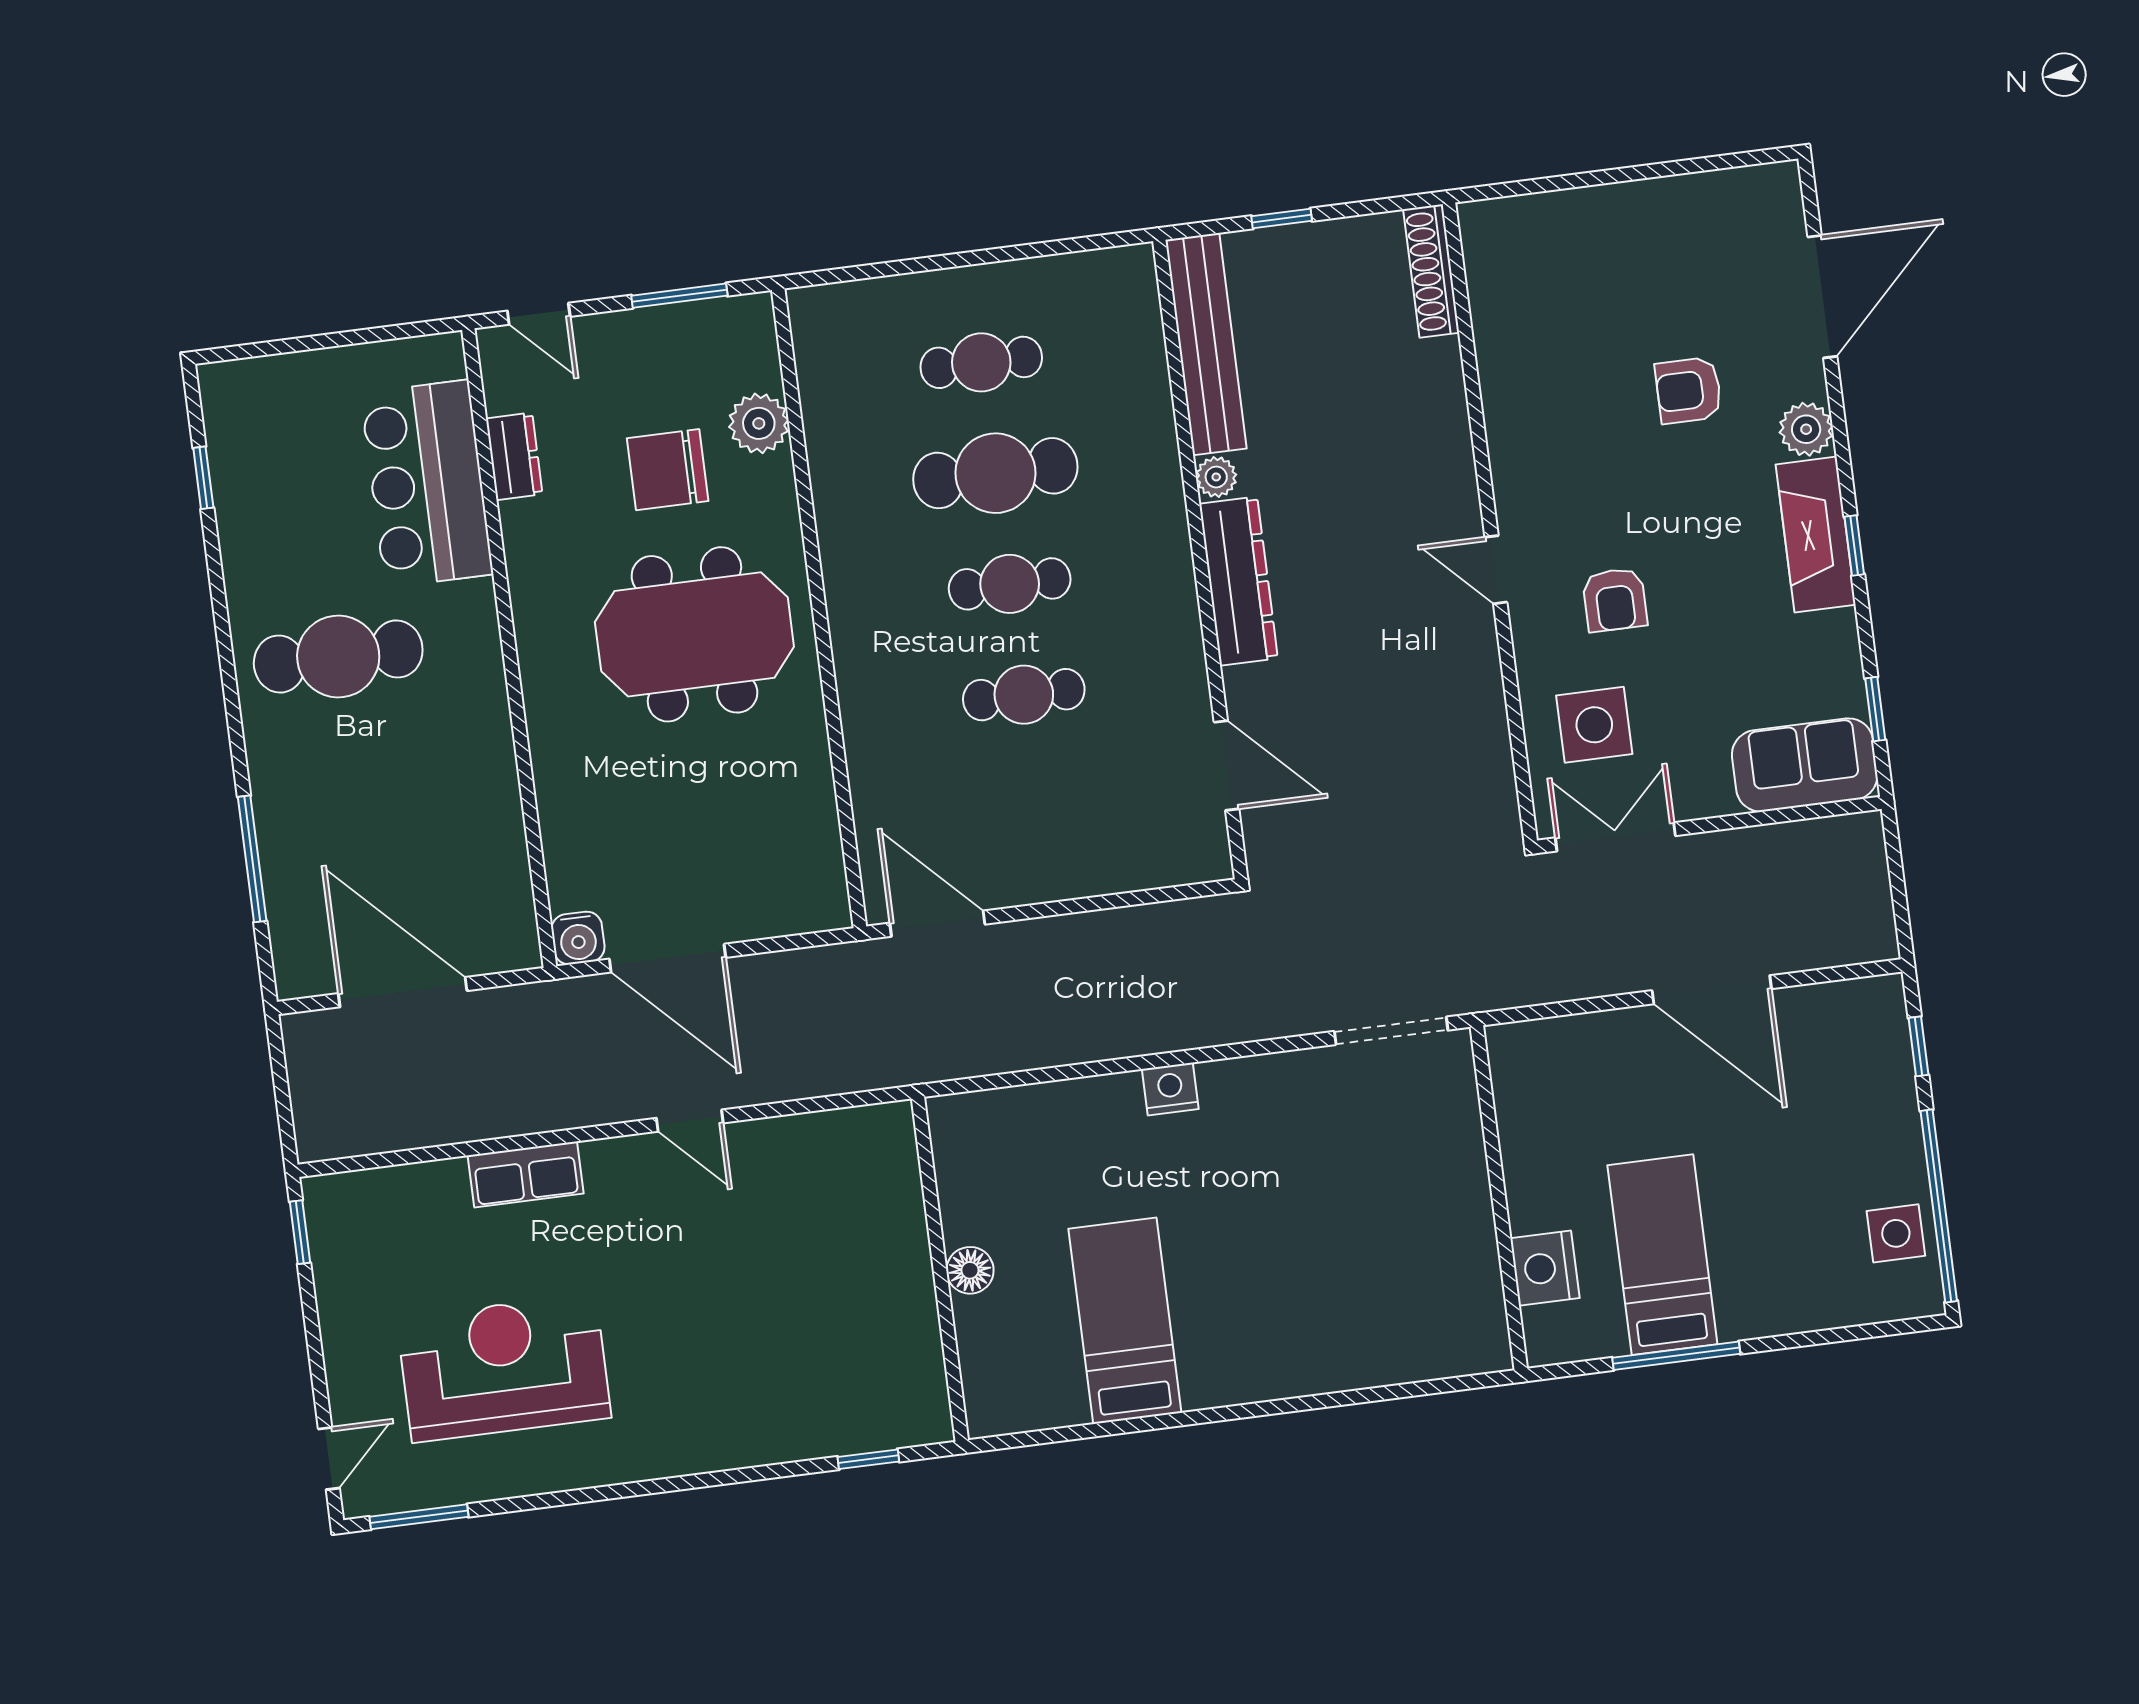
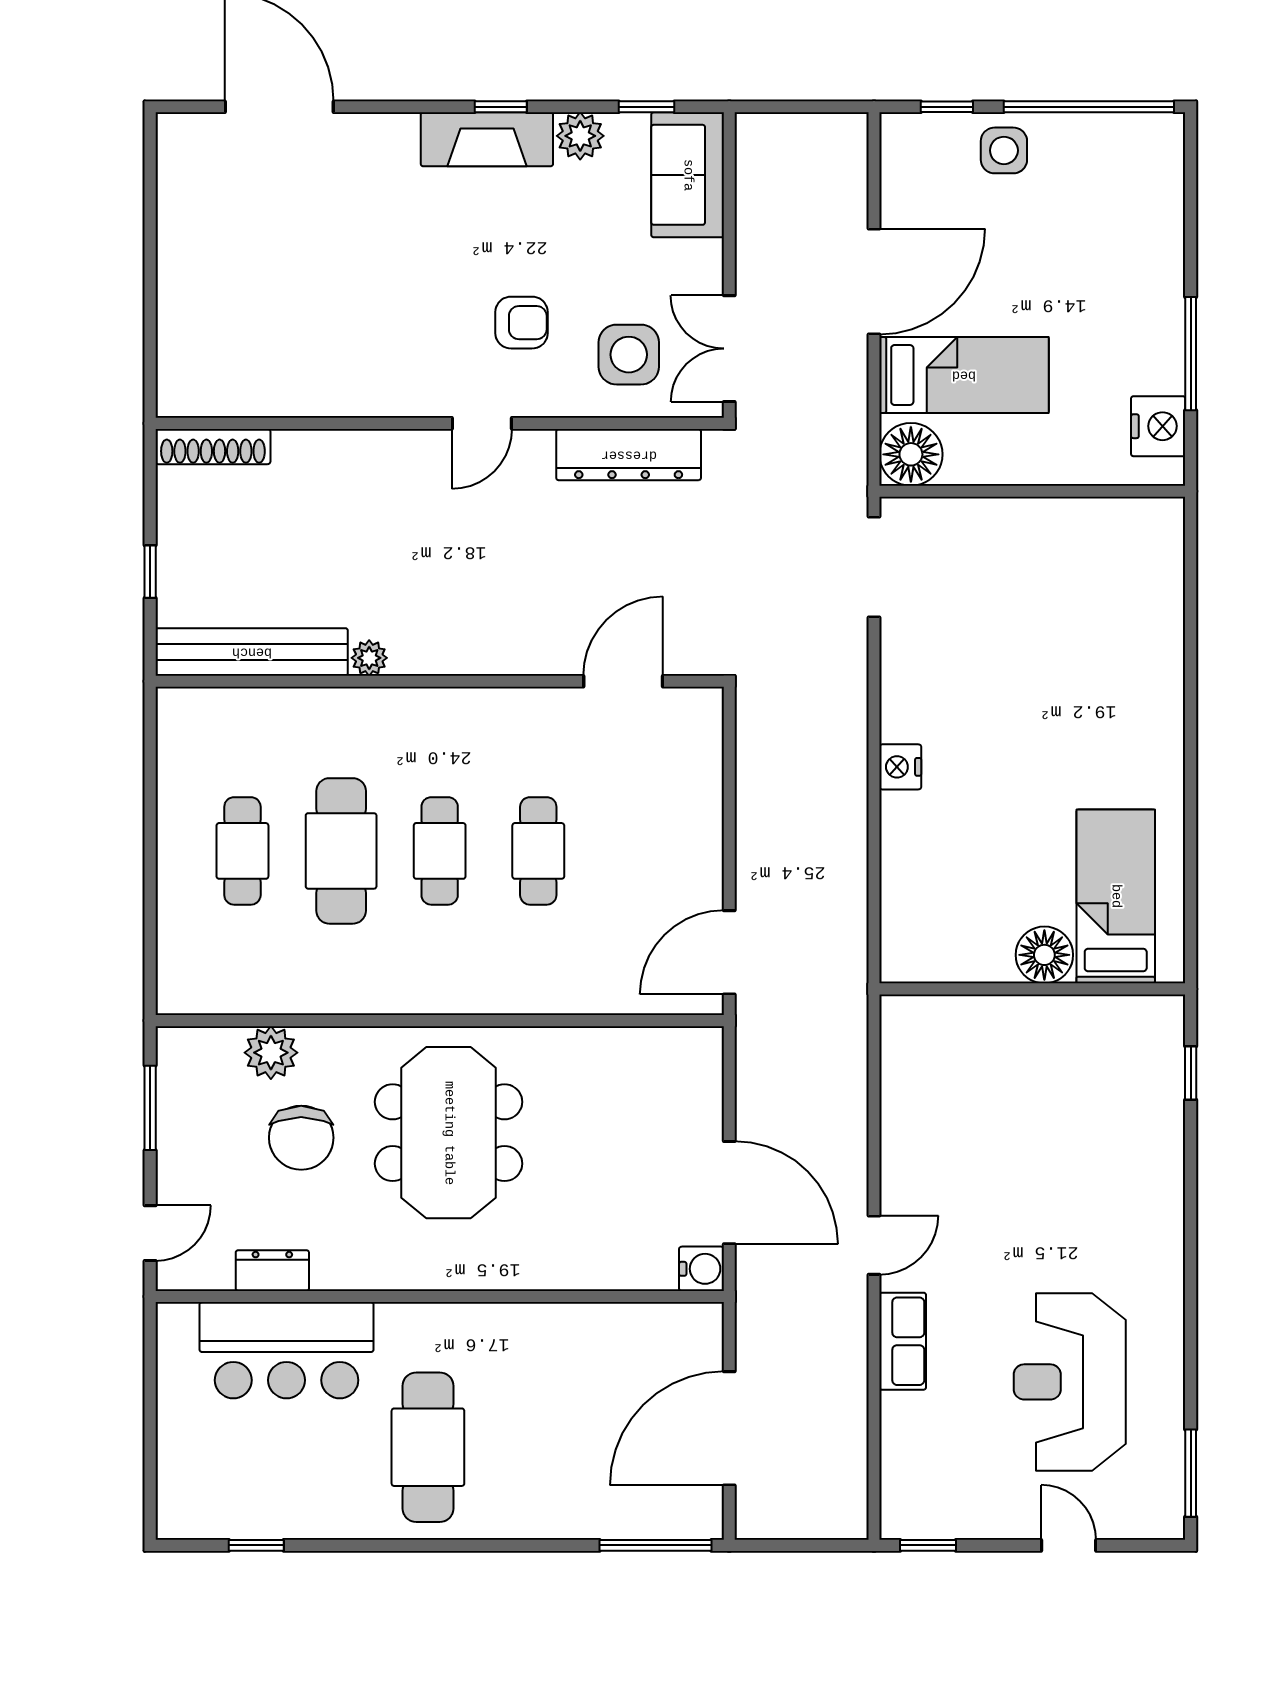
armchair: (1688, 390) -> (346, 235), removed
plant: (1806, 429) -> (580, 136), moved
dresser: (1239, 581) -> (629, 455), moved, turned 180
window: (252, 859) -> (655, 1545), moved
door: (668, 958) -> (729, 1193), hinge flipped
floor lamp: (1523, 1056) -> (911, 454), added
door: (690, 1121) -> (874, 1245), moved
side table: (1896, 1233) -> (1004, 150), moved
bed: (1662, 1255) -> (964, 375), moved, turned 180
nightstand: (1545, 1268) -> (1158, 426), moved, turned -90
floor lamp: (970, 1270) -> (1044, 955), width x1.38, depth x1.38
bed: (1125, 1321) -> (1116, 896), moved, turned 90
door: (329, 1458) -> (1069, 1545), moved

